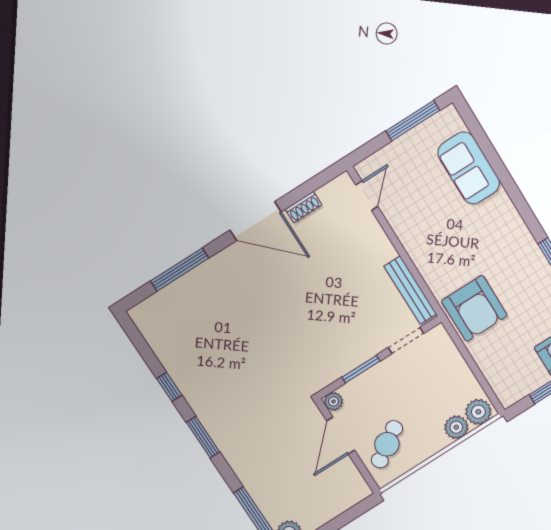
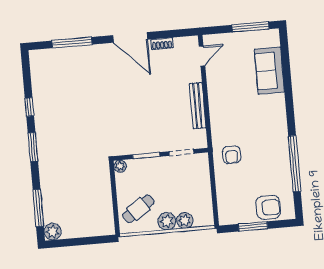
bench: (410, 290) -> (198, 106), moved
armchair: (474, 308) -> (232, 155), width x0.53, depth x0.53
plant: (478, 412) -> (167, 221), moved
door: (341, 436) -> (114, 189), removed

